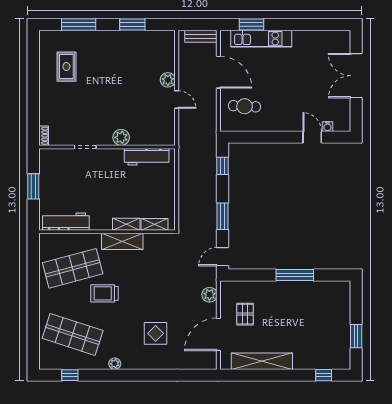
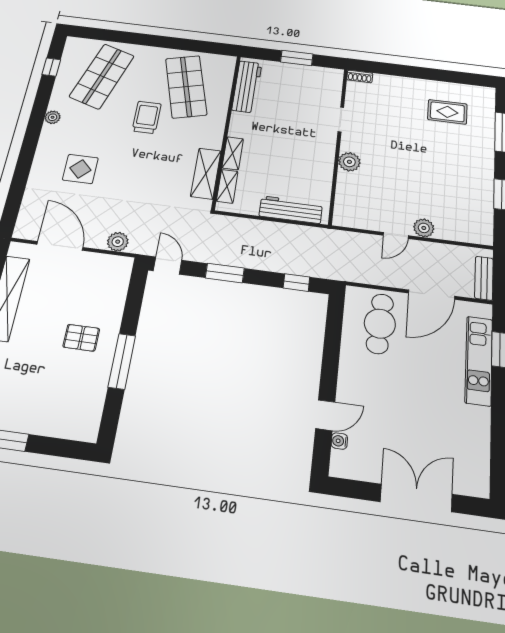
cafe table: (245, 106) -> (380, 324), width x1.37, depth x1.35
workbench: (147, 157) -> (291, 210), moved, turned 90
shelving: (122, 241) -> (206, 174), moved
pallet: (245, 314) -> (81, 338), moved

